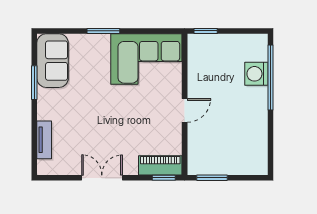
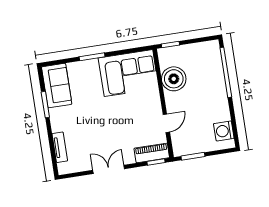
washing machine: (256, 74) -> (224, 131), moved
boiler: (203, 75) -> (174, 79), added
door: (185, 110) -> (166, 123), moved

